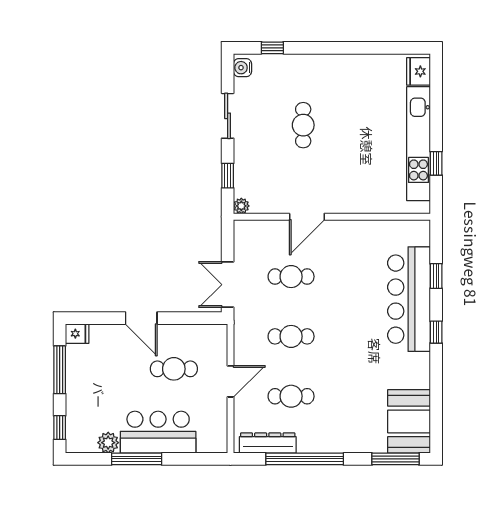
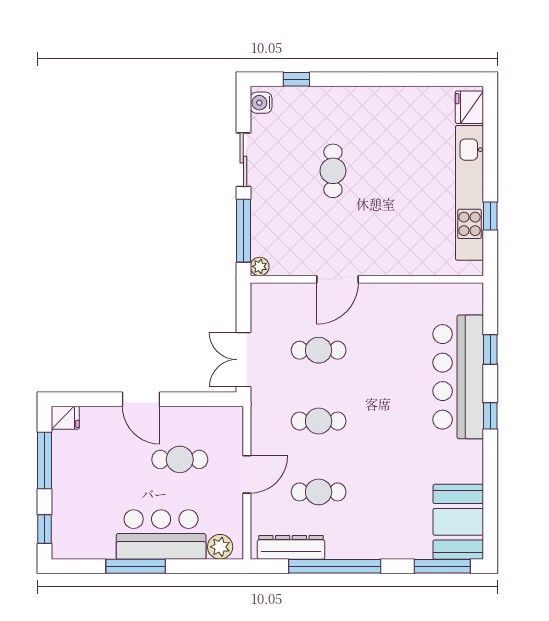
window: (228, 176) -> (243, 231), width x2.17
plant: (108, 443) -> (220, 547), moved

